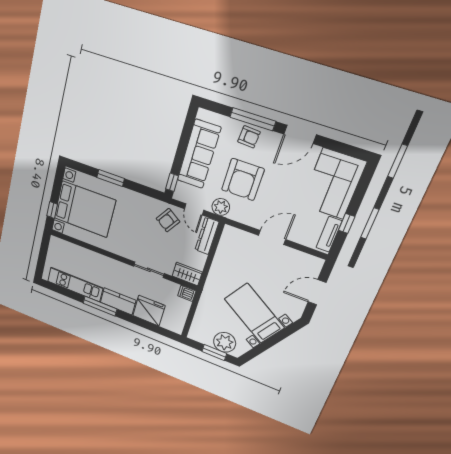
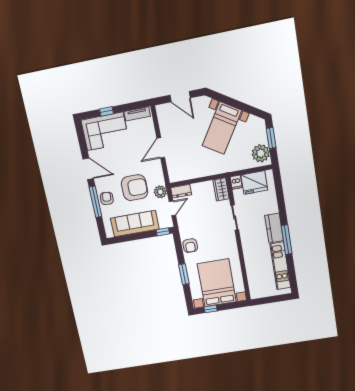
window: (52, 210) -> (211, 309), moved
armchair: (168, 220) -> (190, 246), moved, turned 57
window: (347, 223) -> (106, 111), moved
dresser: (207, 236) -> (181, 191), width x0.70
door: (272, 237) -> (161, 148), hinge flipped
fridge: (149, 311) -> (254, 183), moved, turned -90
plant: (225, 342) -> (261, 153), moved

